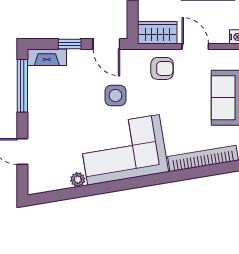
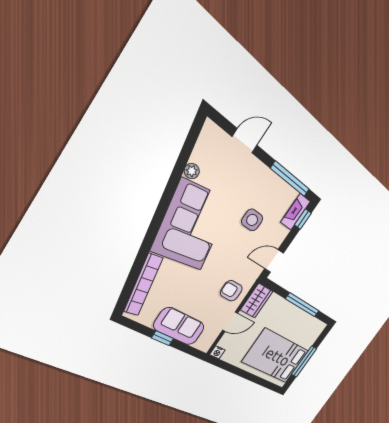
window: (70, 44) -> (303, 219), moved
armchair: (162, 68) -> (231, 291), turned 90
side table: (115, 96) -> (252, 220), moved

